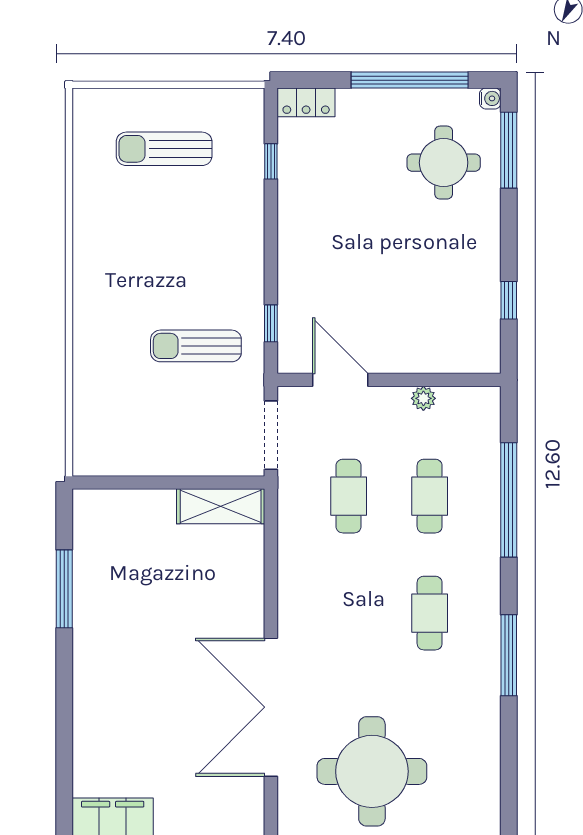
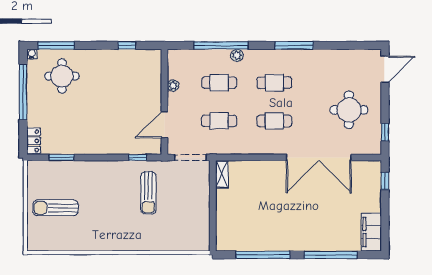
sun lounger: (164, 149) -> (56, 208), turned 90
window: (271, 161) -> (61, 157), width x1.50
shelving: (221, 506) -> (222, 174), width x0.67, depth x0.75
plant: (488, 534) -> (237, 55), added
window: (64, 589) -> (263, 255), width x1.46
cafe table: (349, 613) -> (274, 121), added
window: (64, 733) -> (331, 255), added
round table: (372, 771) -> (349, 110), width x0.73, depth x0.73

